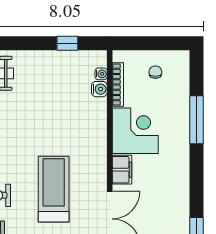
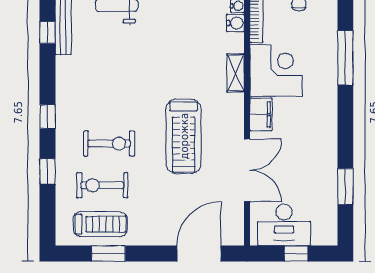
shelving: (100, 133) -> (236, 73), added
treadmill: (54, 189) -> (184, 136), turned 180

